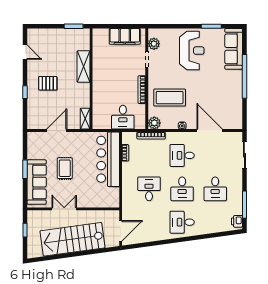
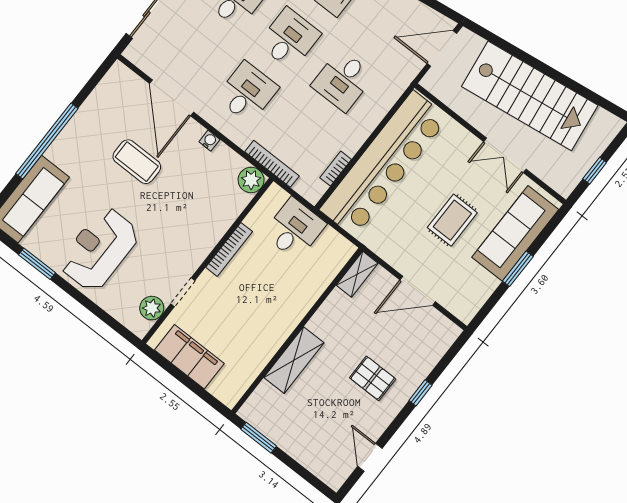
coffee table: (170, 98) -> (137, 162), moved, width x0.73, depth x0.76
desk: (182, 155) -> (247, 92), turned -90
bar counter: (108, 159) -> (384, 164), width x1.36

